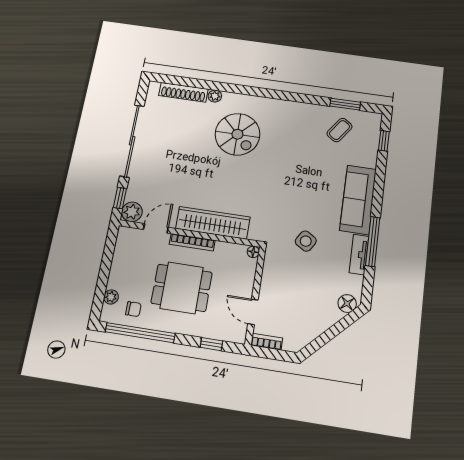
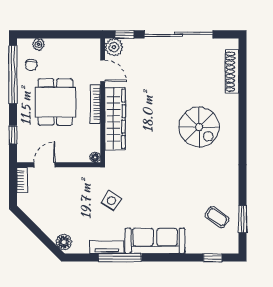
plant: (215, 96) -> (233, 101), removed
spiral stairs: (237, 134) -> (199, 127), turned -90

